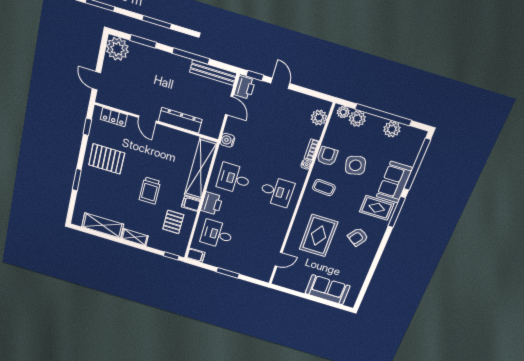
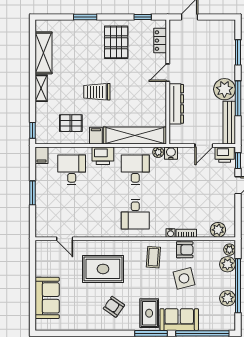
plant: (117, 49) -> (224, 89), moved
plant: (223, 152) -> (158, 152), added

